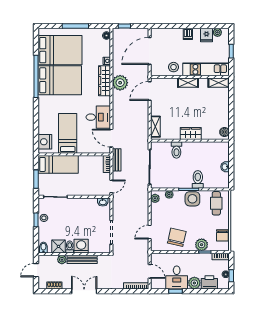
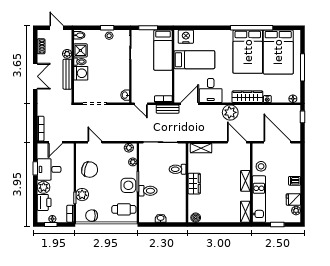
plant: (120, 83) -> (230, 112), moved

